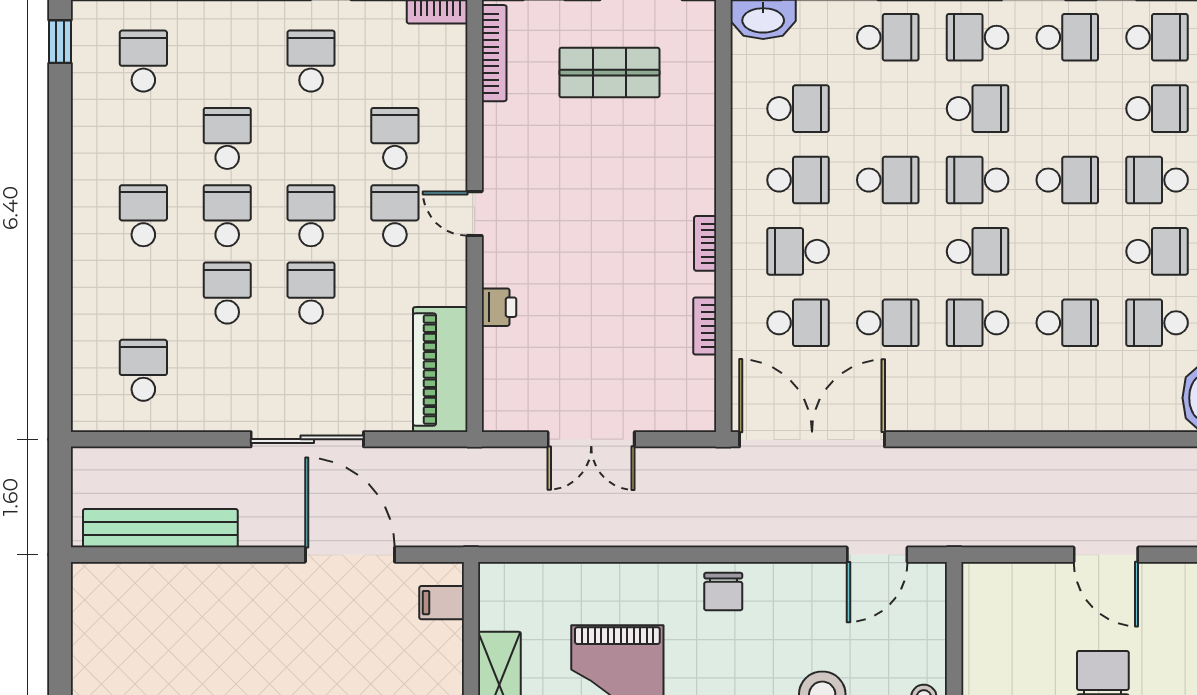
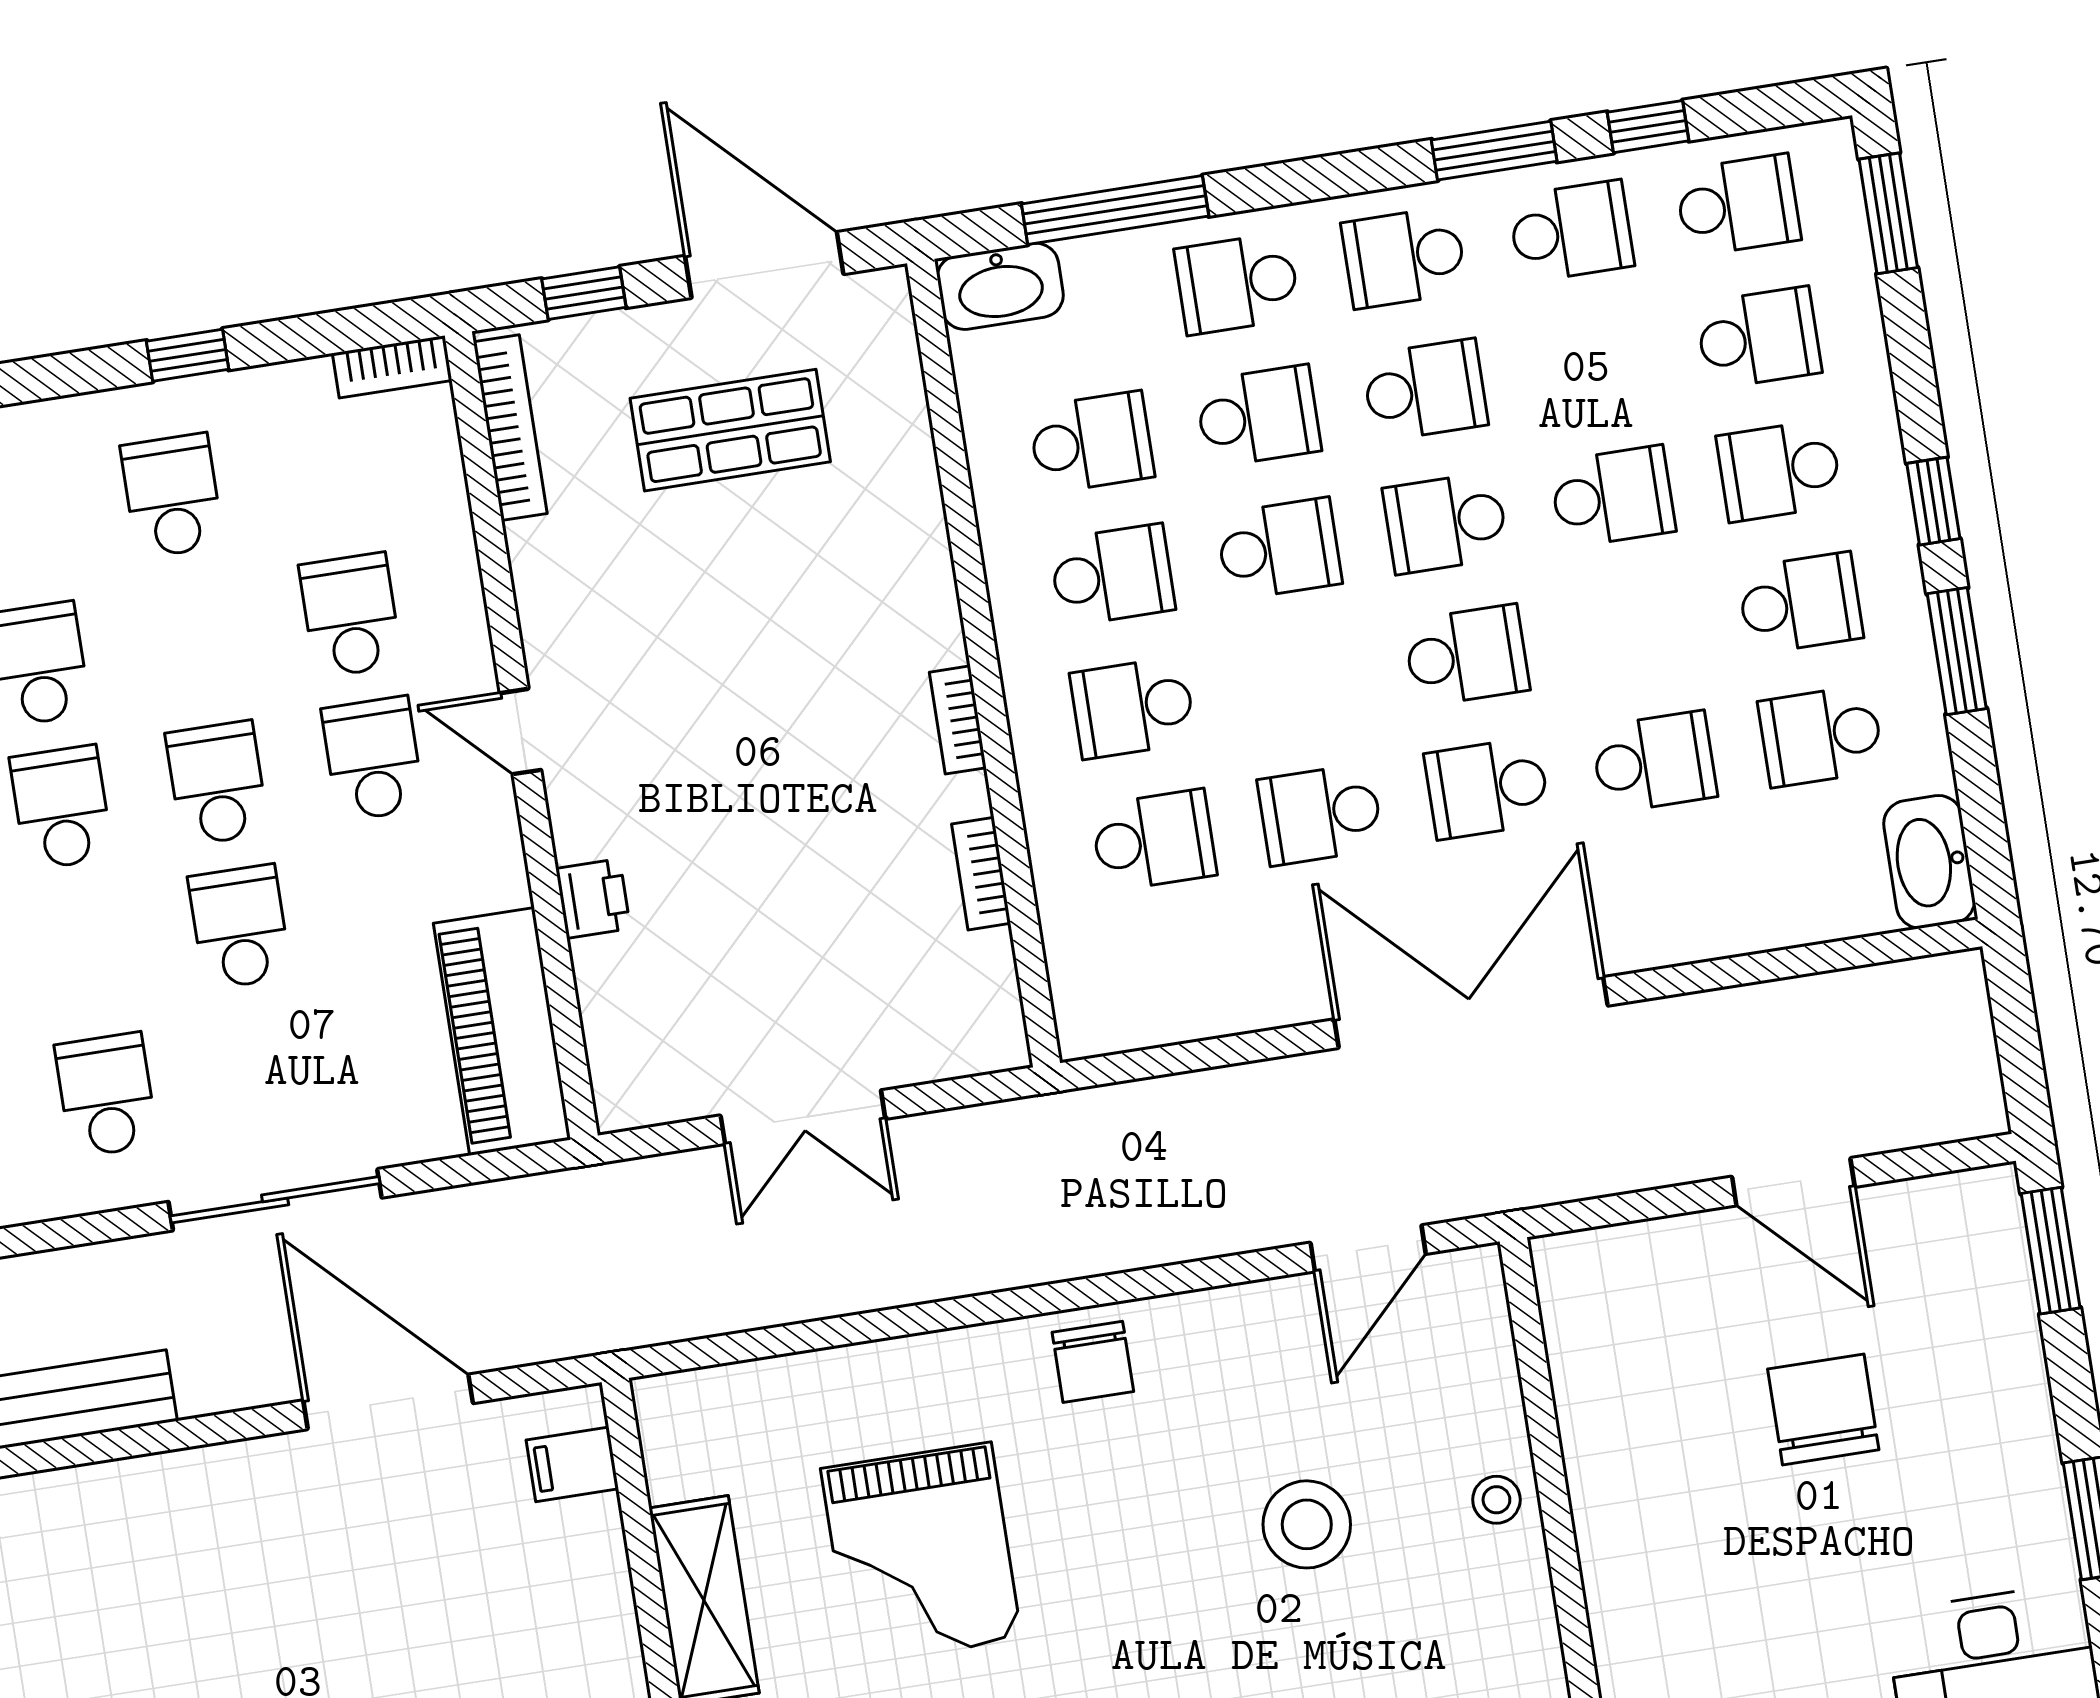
school desk: (888, 37) -> (1237, 284), turned 180
school desk: (888, 109) -> (1258, 416), added
school desk: (227, 293) -> (106, 1095), moved
school desk: (888, 323) -> (1320, 814), turned 180
double door: (812, 439) -> (1471, 1013), moved

